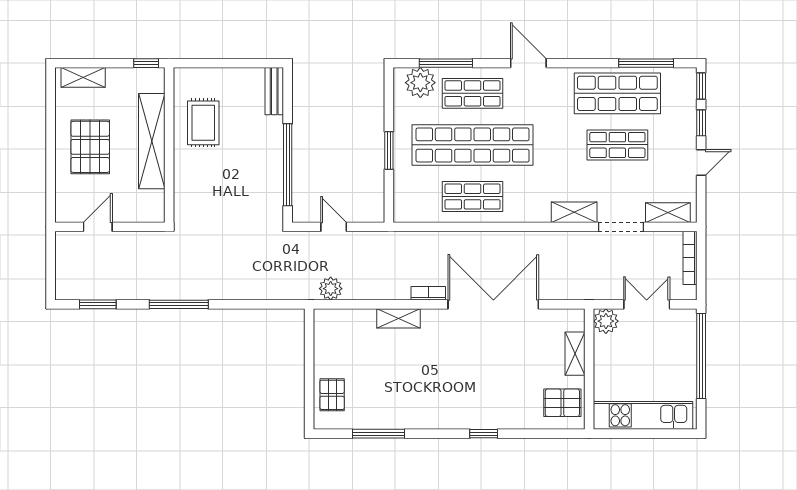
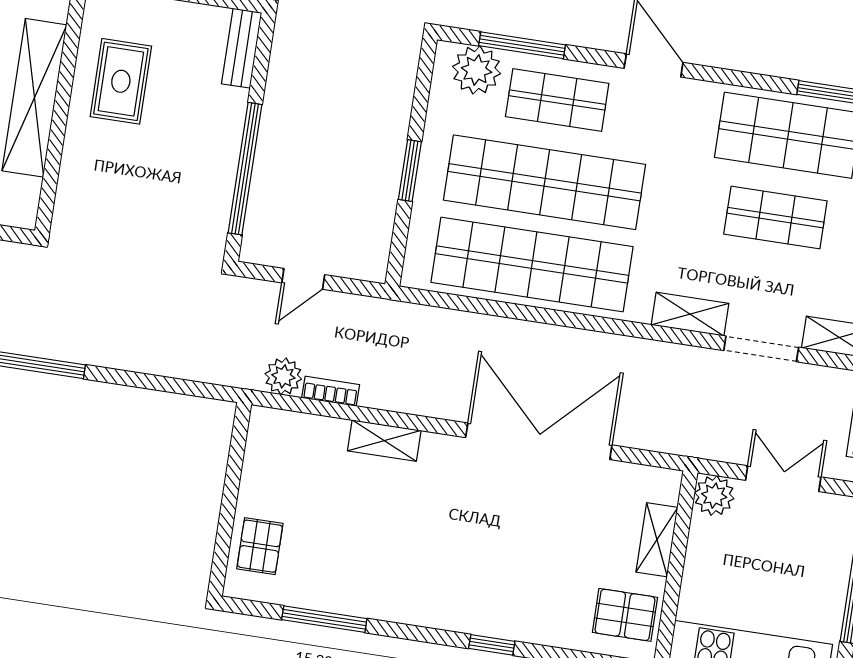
shop shelf: (473, 197) -> (532, 264), width x2.00, depth x1.36
door: (334, 227) -> (303, 279), swing flipped
bookcase: (428, 293) -> (331, 391), moved

